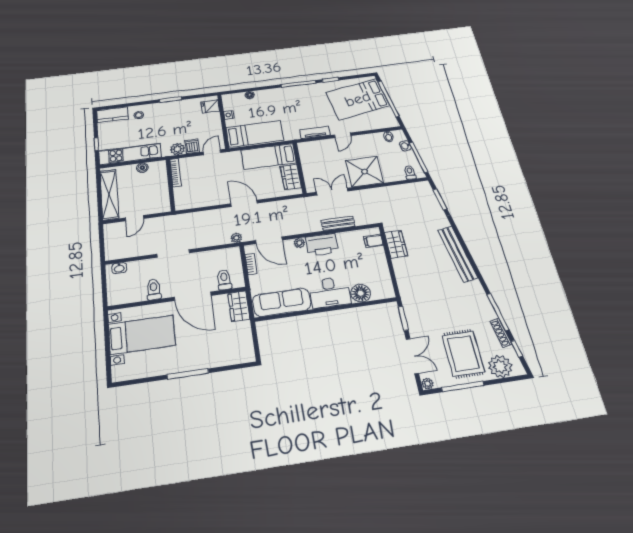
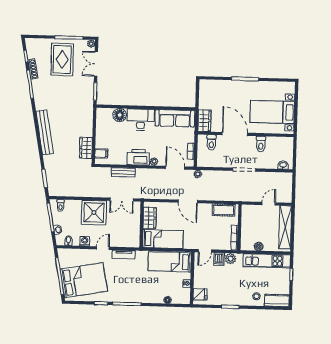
washing machine: (368, 139) -> (85, 241), added
cot: (195, 201) -> (224, 210), added
plant: (500, 366) -> (41, 46), removed

